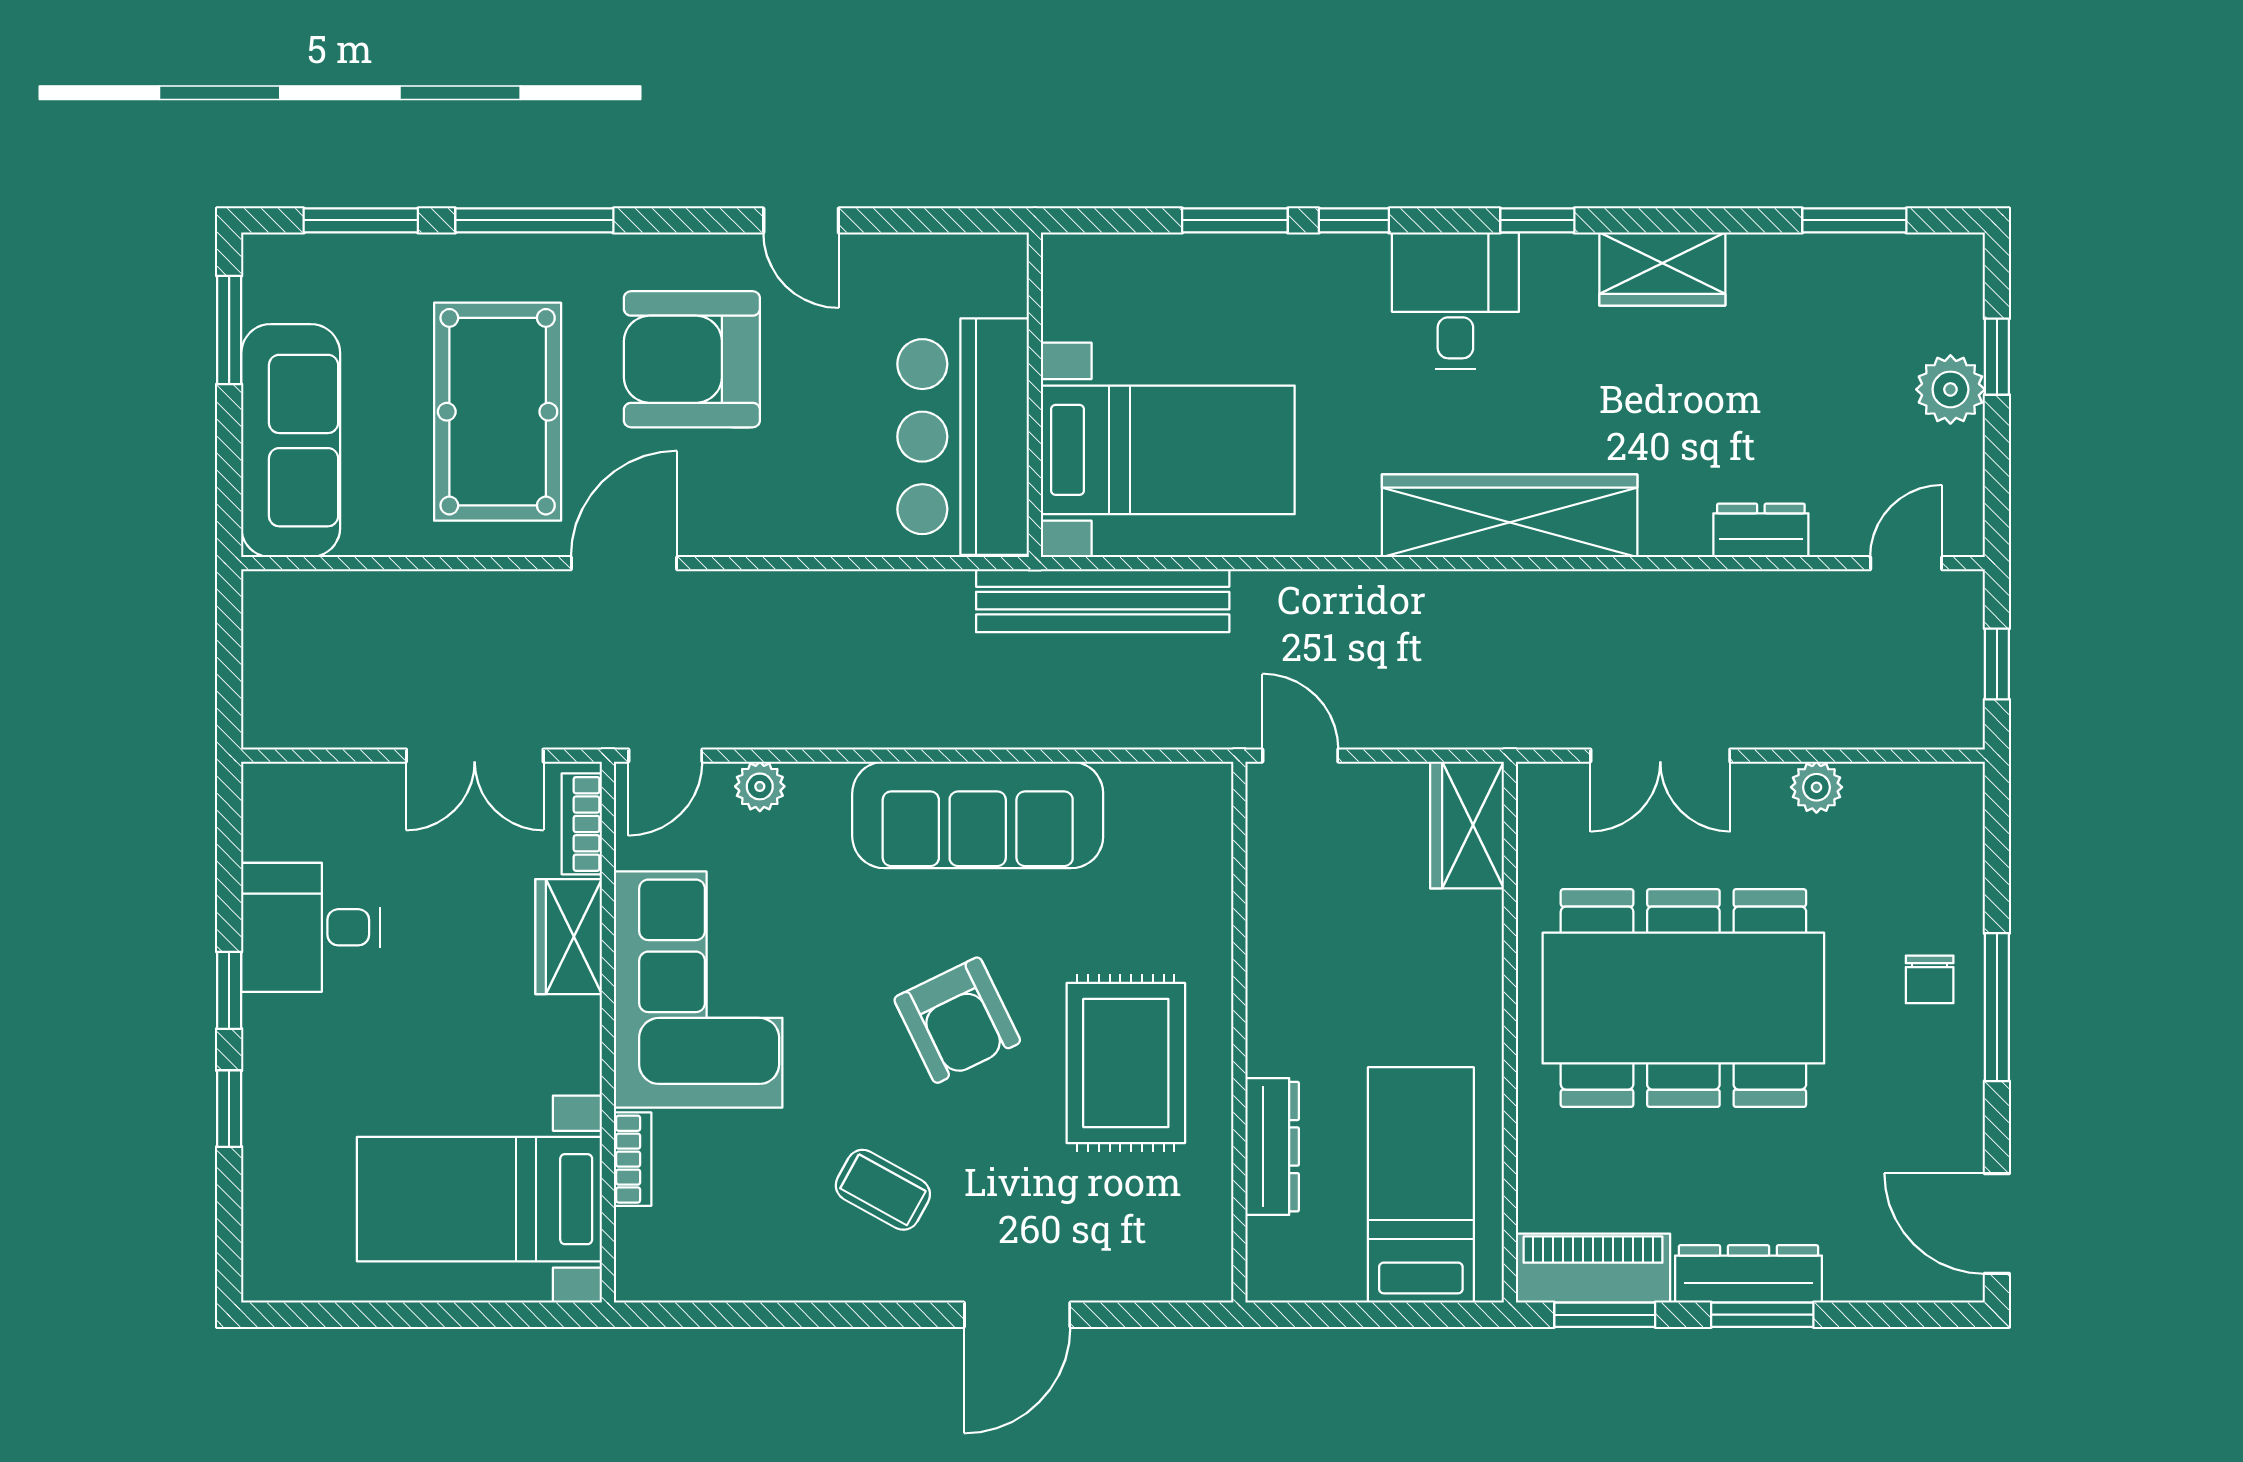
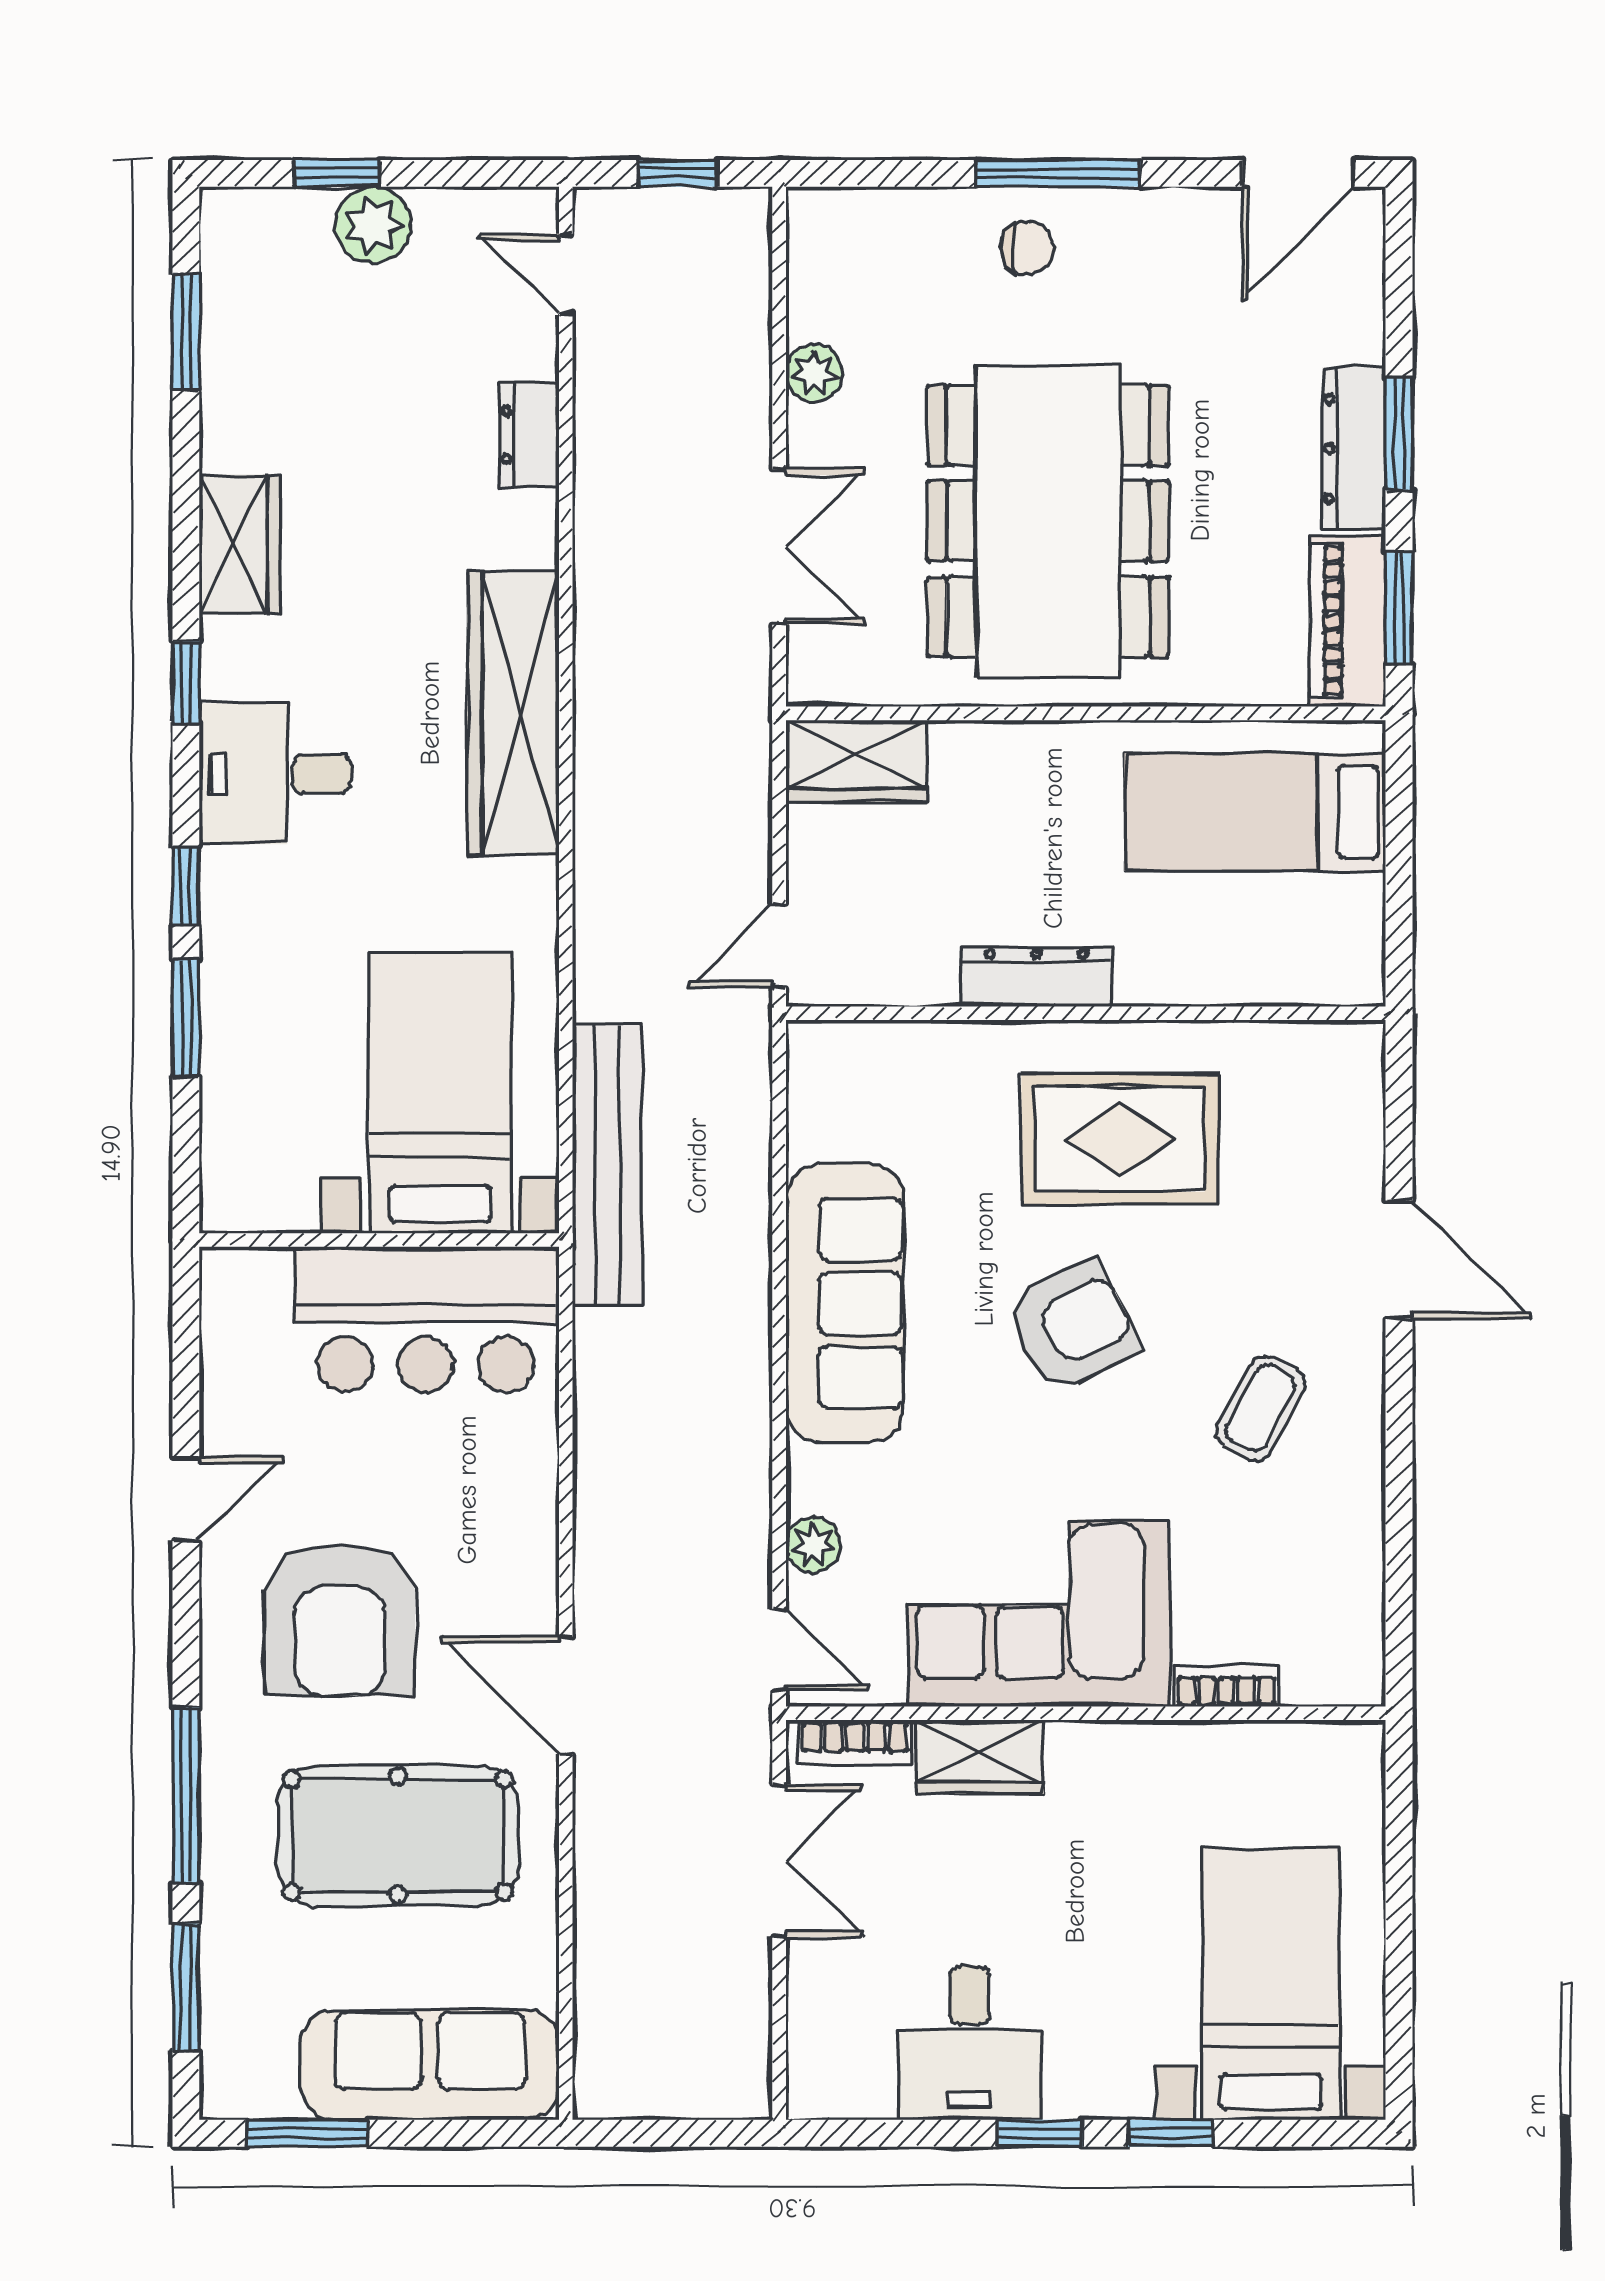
dresser: (1272, 1147) -> (1036, 977), moved
bed with nightstands: (479, 1199) -> (1271, 1984), moved, turned 180

